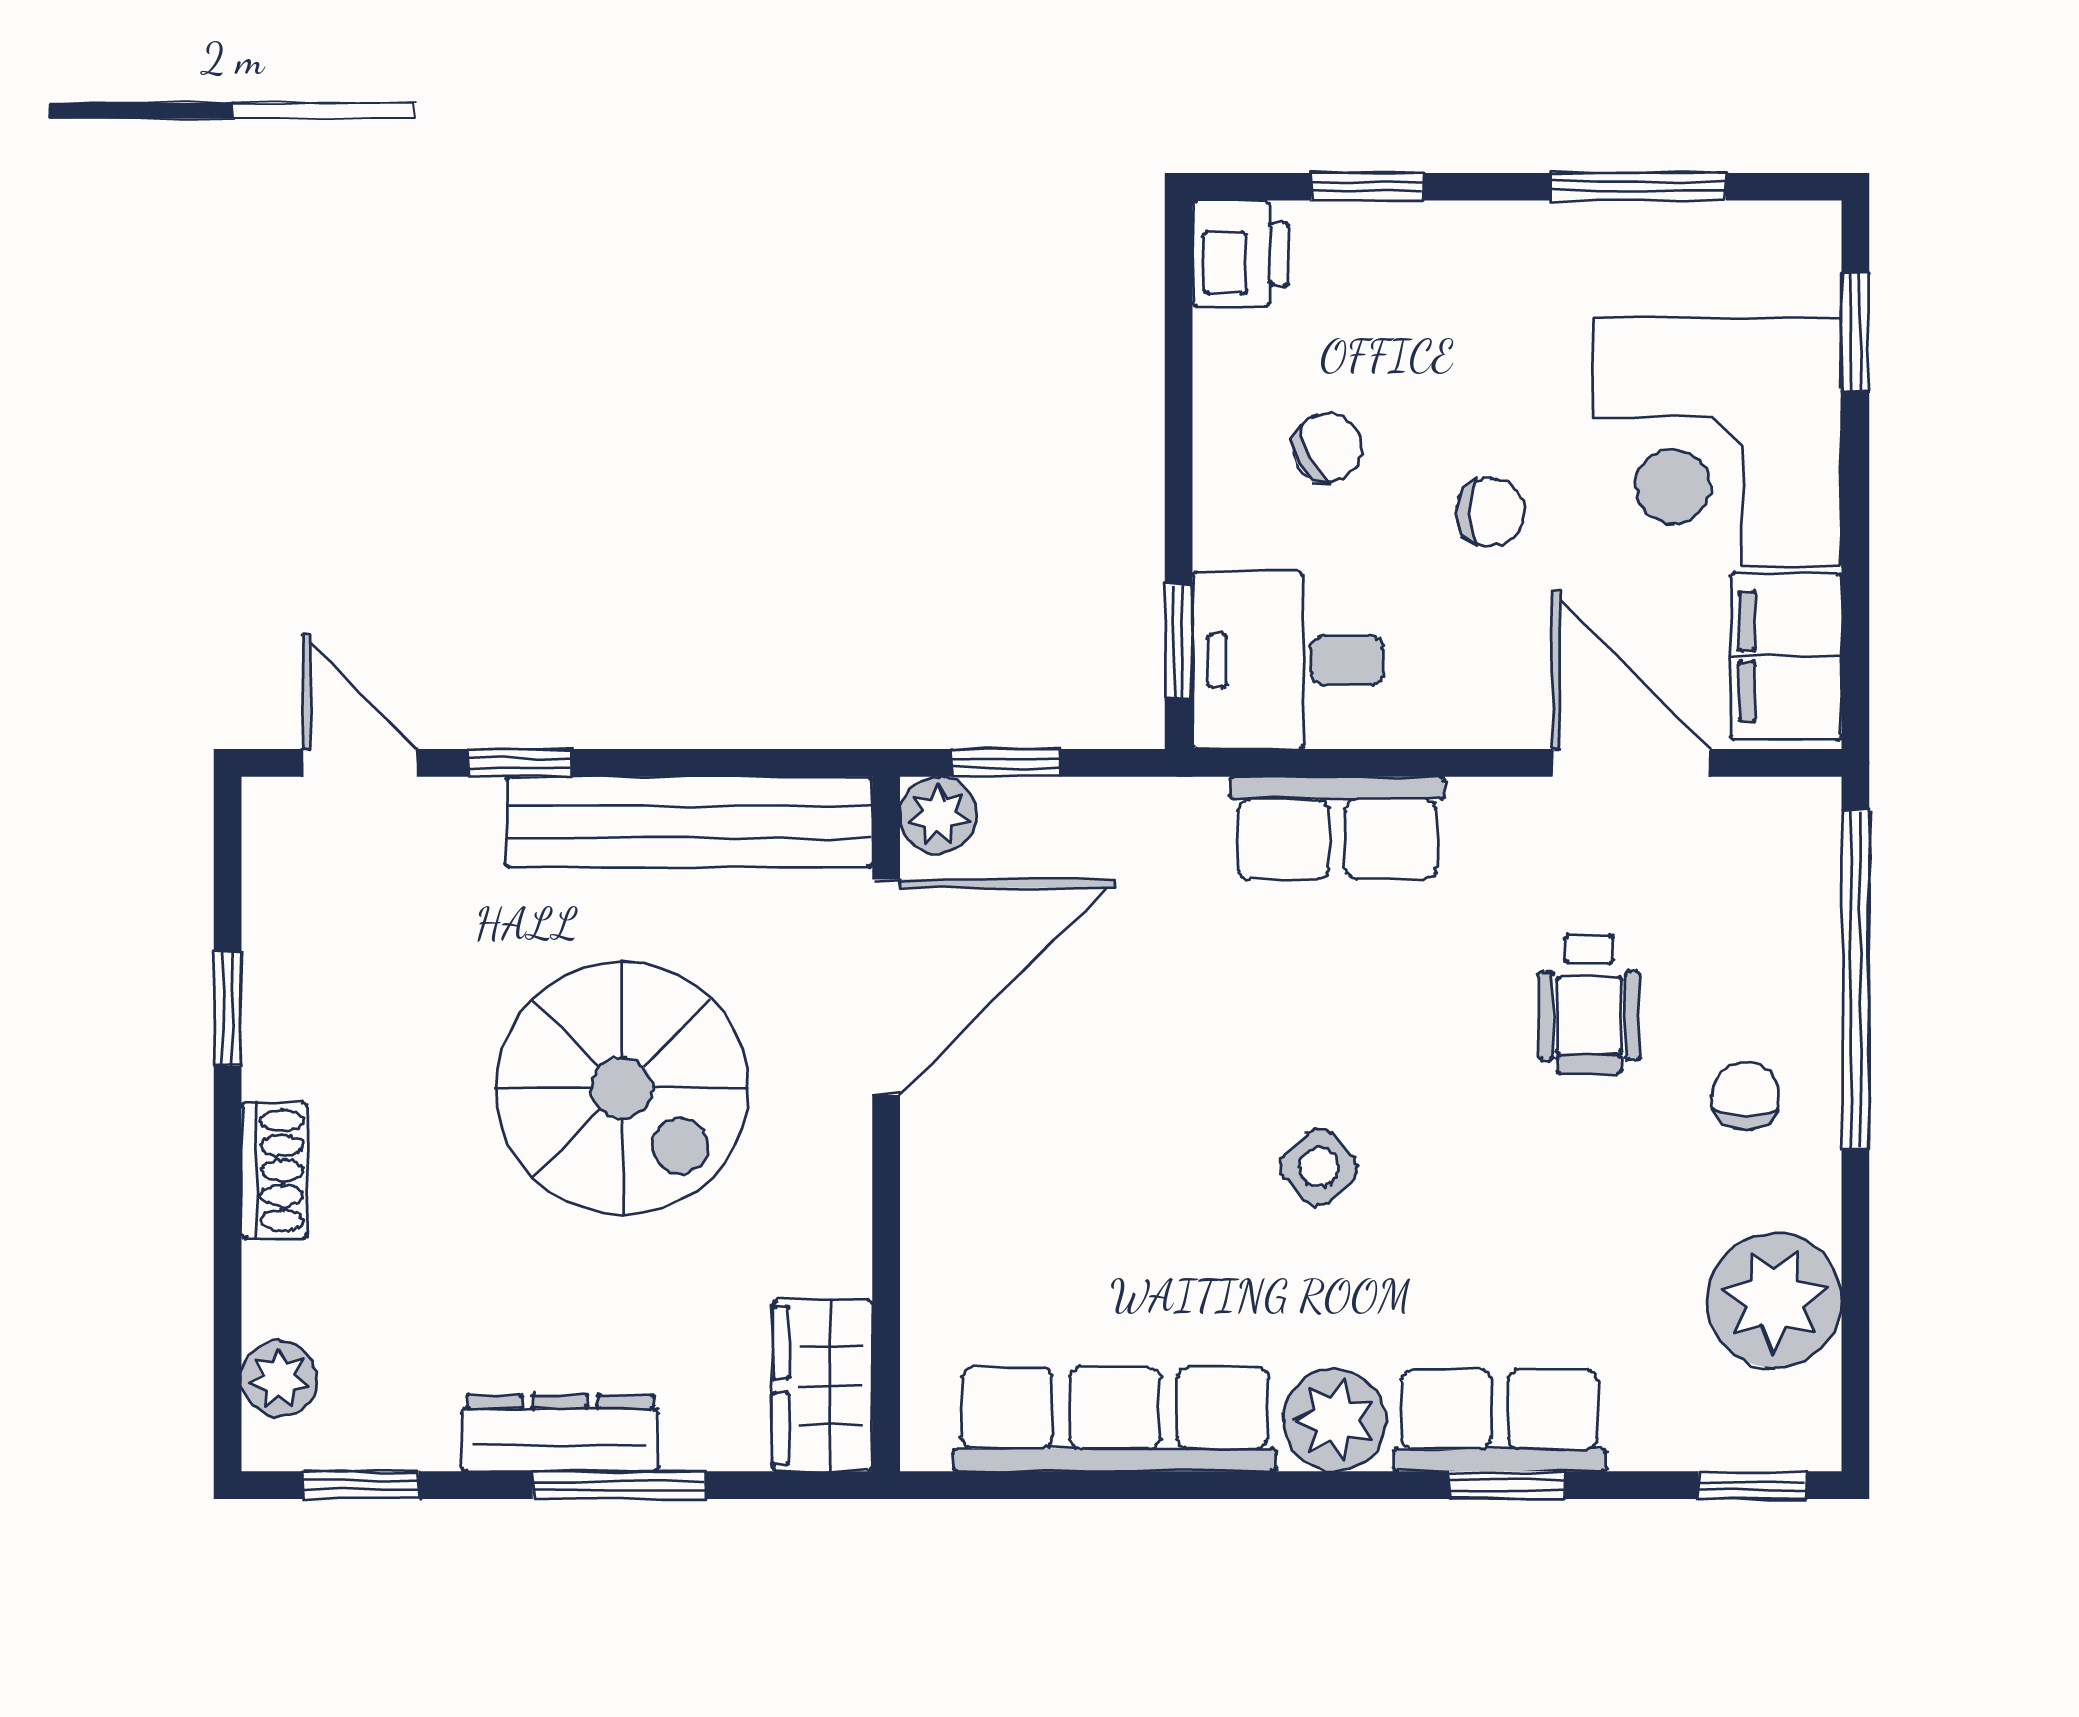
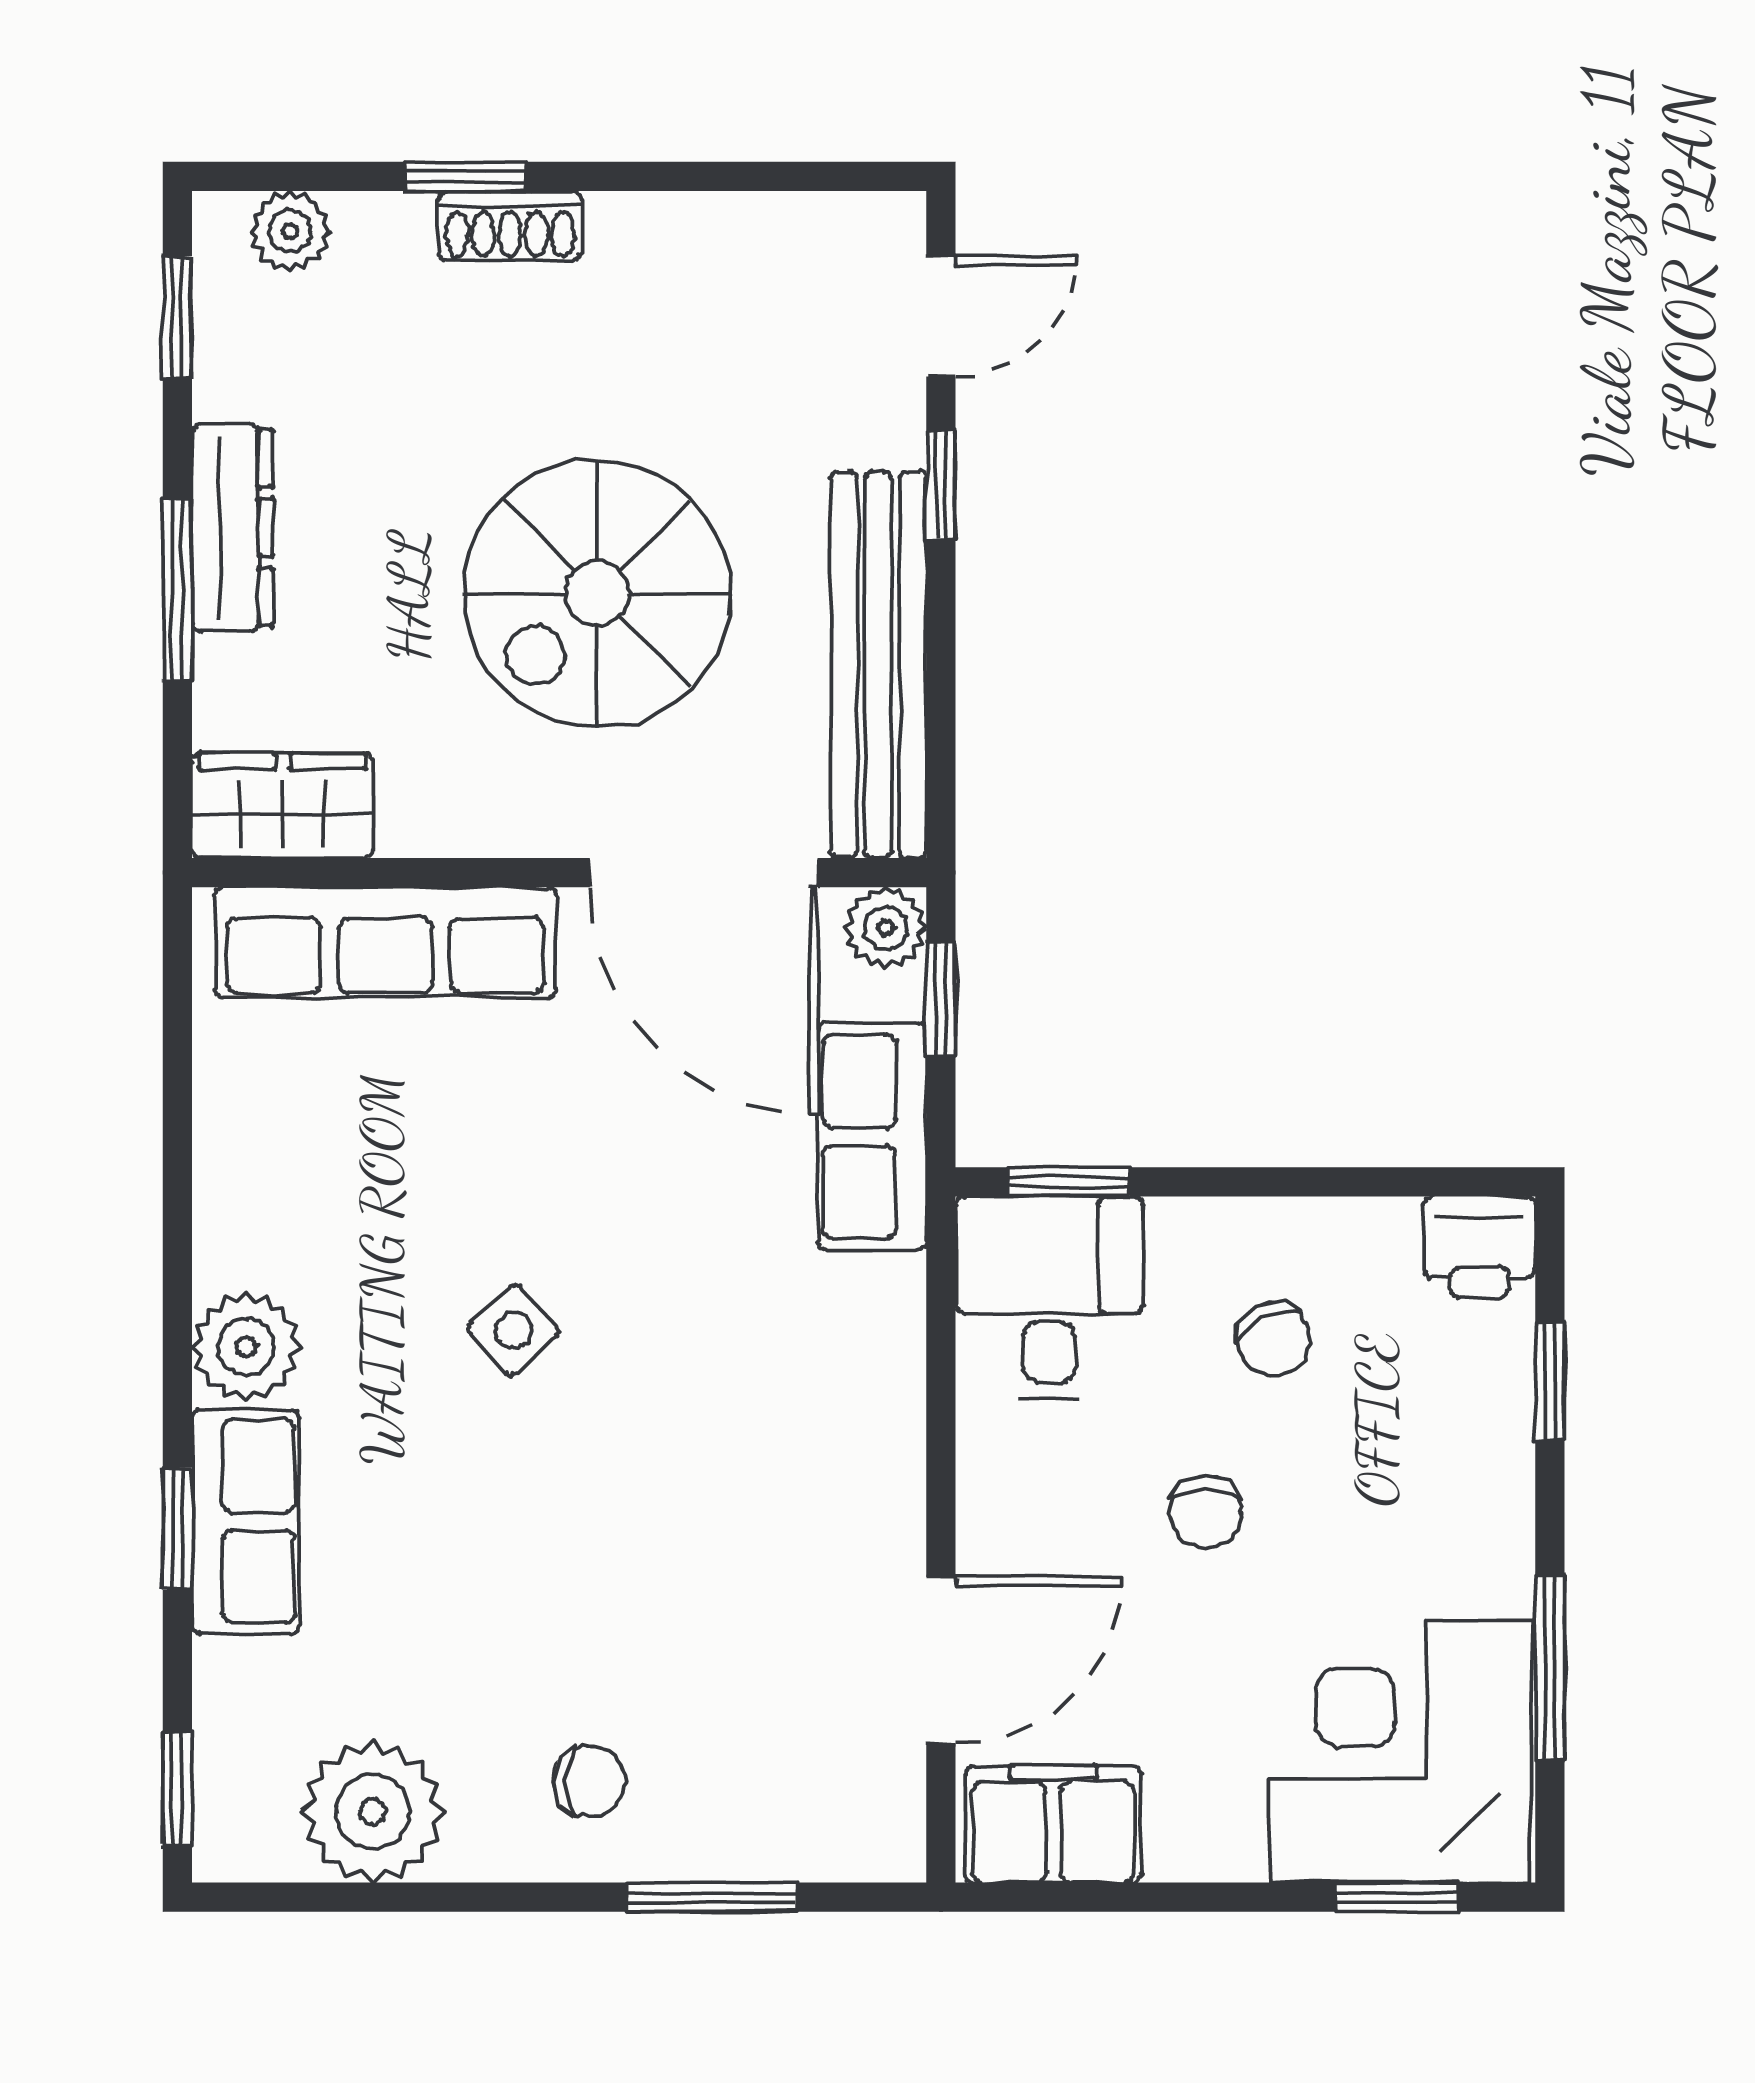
corner desk: (1718, 442) -> (1400, 1752), moved
row of seats: (1337, 828) -> (872, 1137), moved
window: (1855, 980) -> (712, 1897), width x0.47
wheelchair: (1589, 1005) -> (685, 1616), removed
window: (228, 1008) -> (465, 176), moved
row of seats: (1115, 1419) -> (385, 942), moved, turned 90

